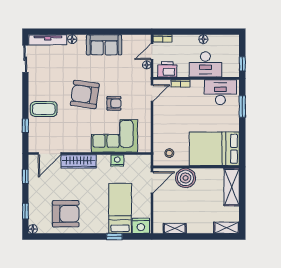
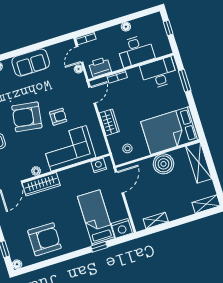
window: (242, 64) -> (168, 28), moved
wardrobe: (160, 123) -> (109, 122), added
plant: (78, 148) -> (36, 171), added
nightstand: (117, 160) -> (99, 165), moved
boiler: (186, 178) -> (163, 164), moved

